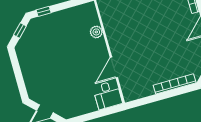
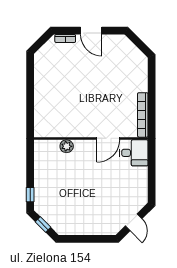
door: (114, 67) -> (108, 138), hinge flipped
bookcase: (175, 84) -> (143, 115), moved

